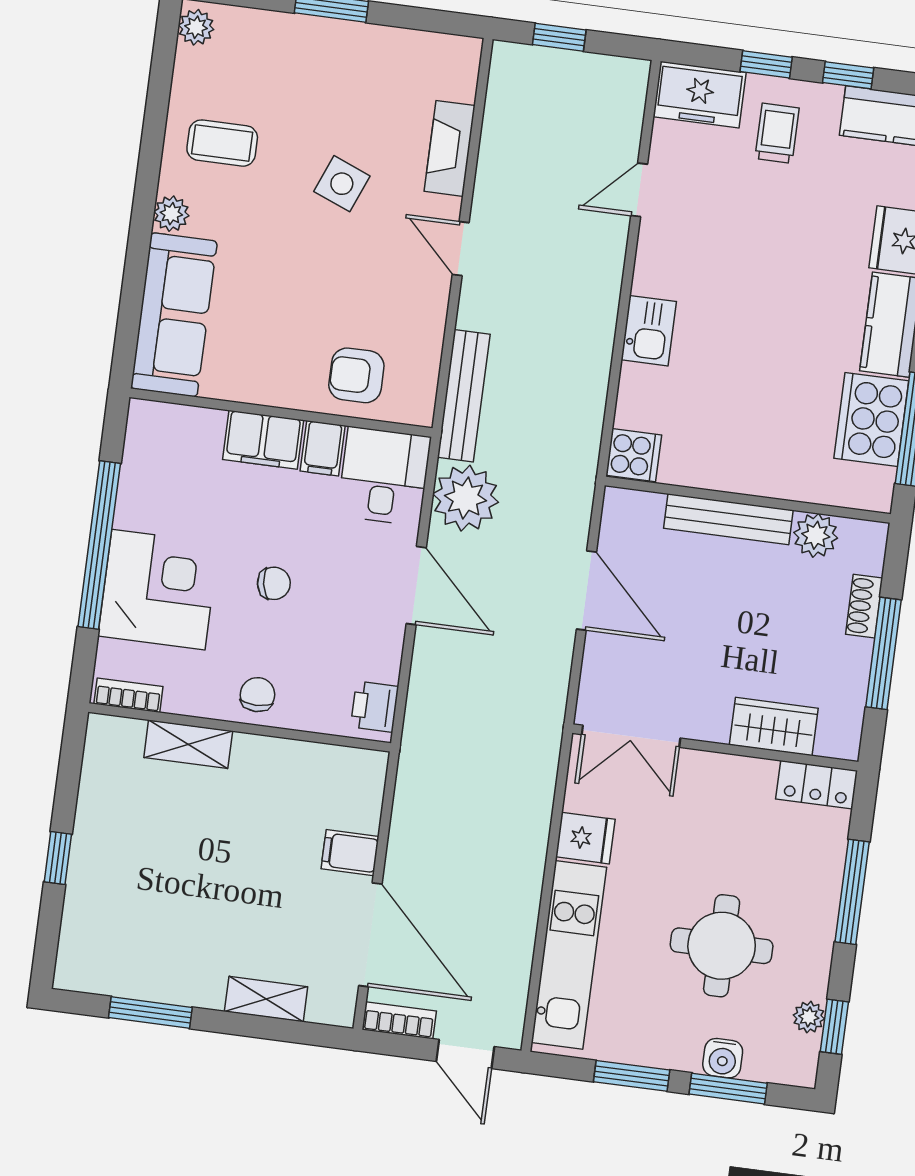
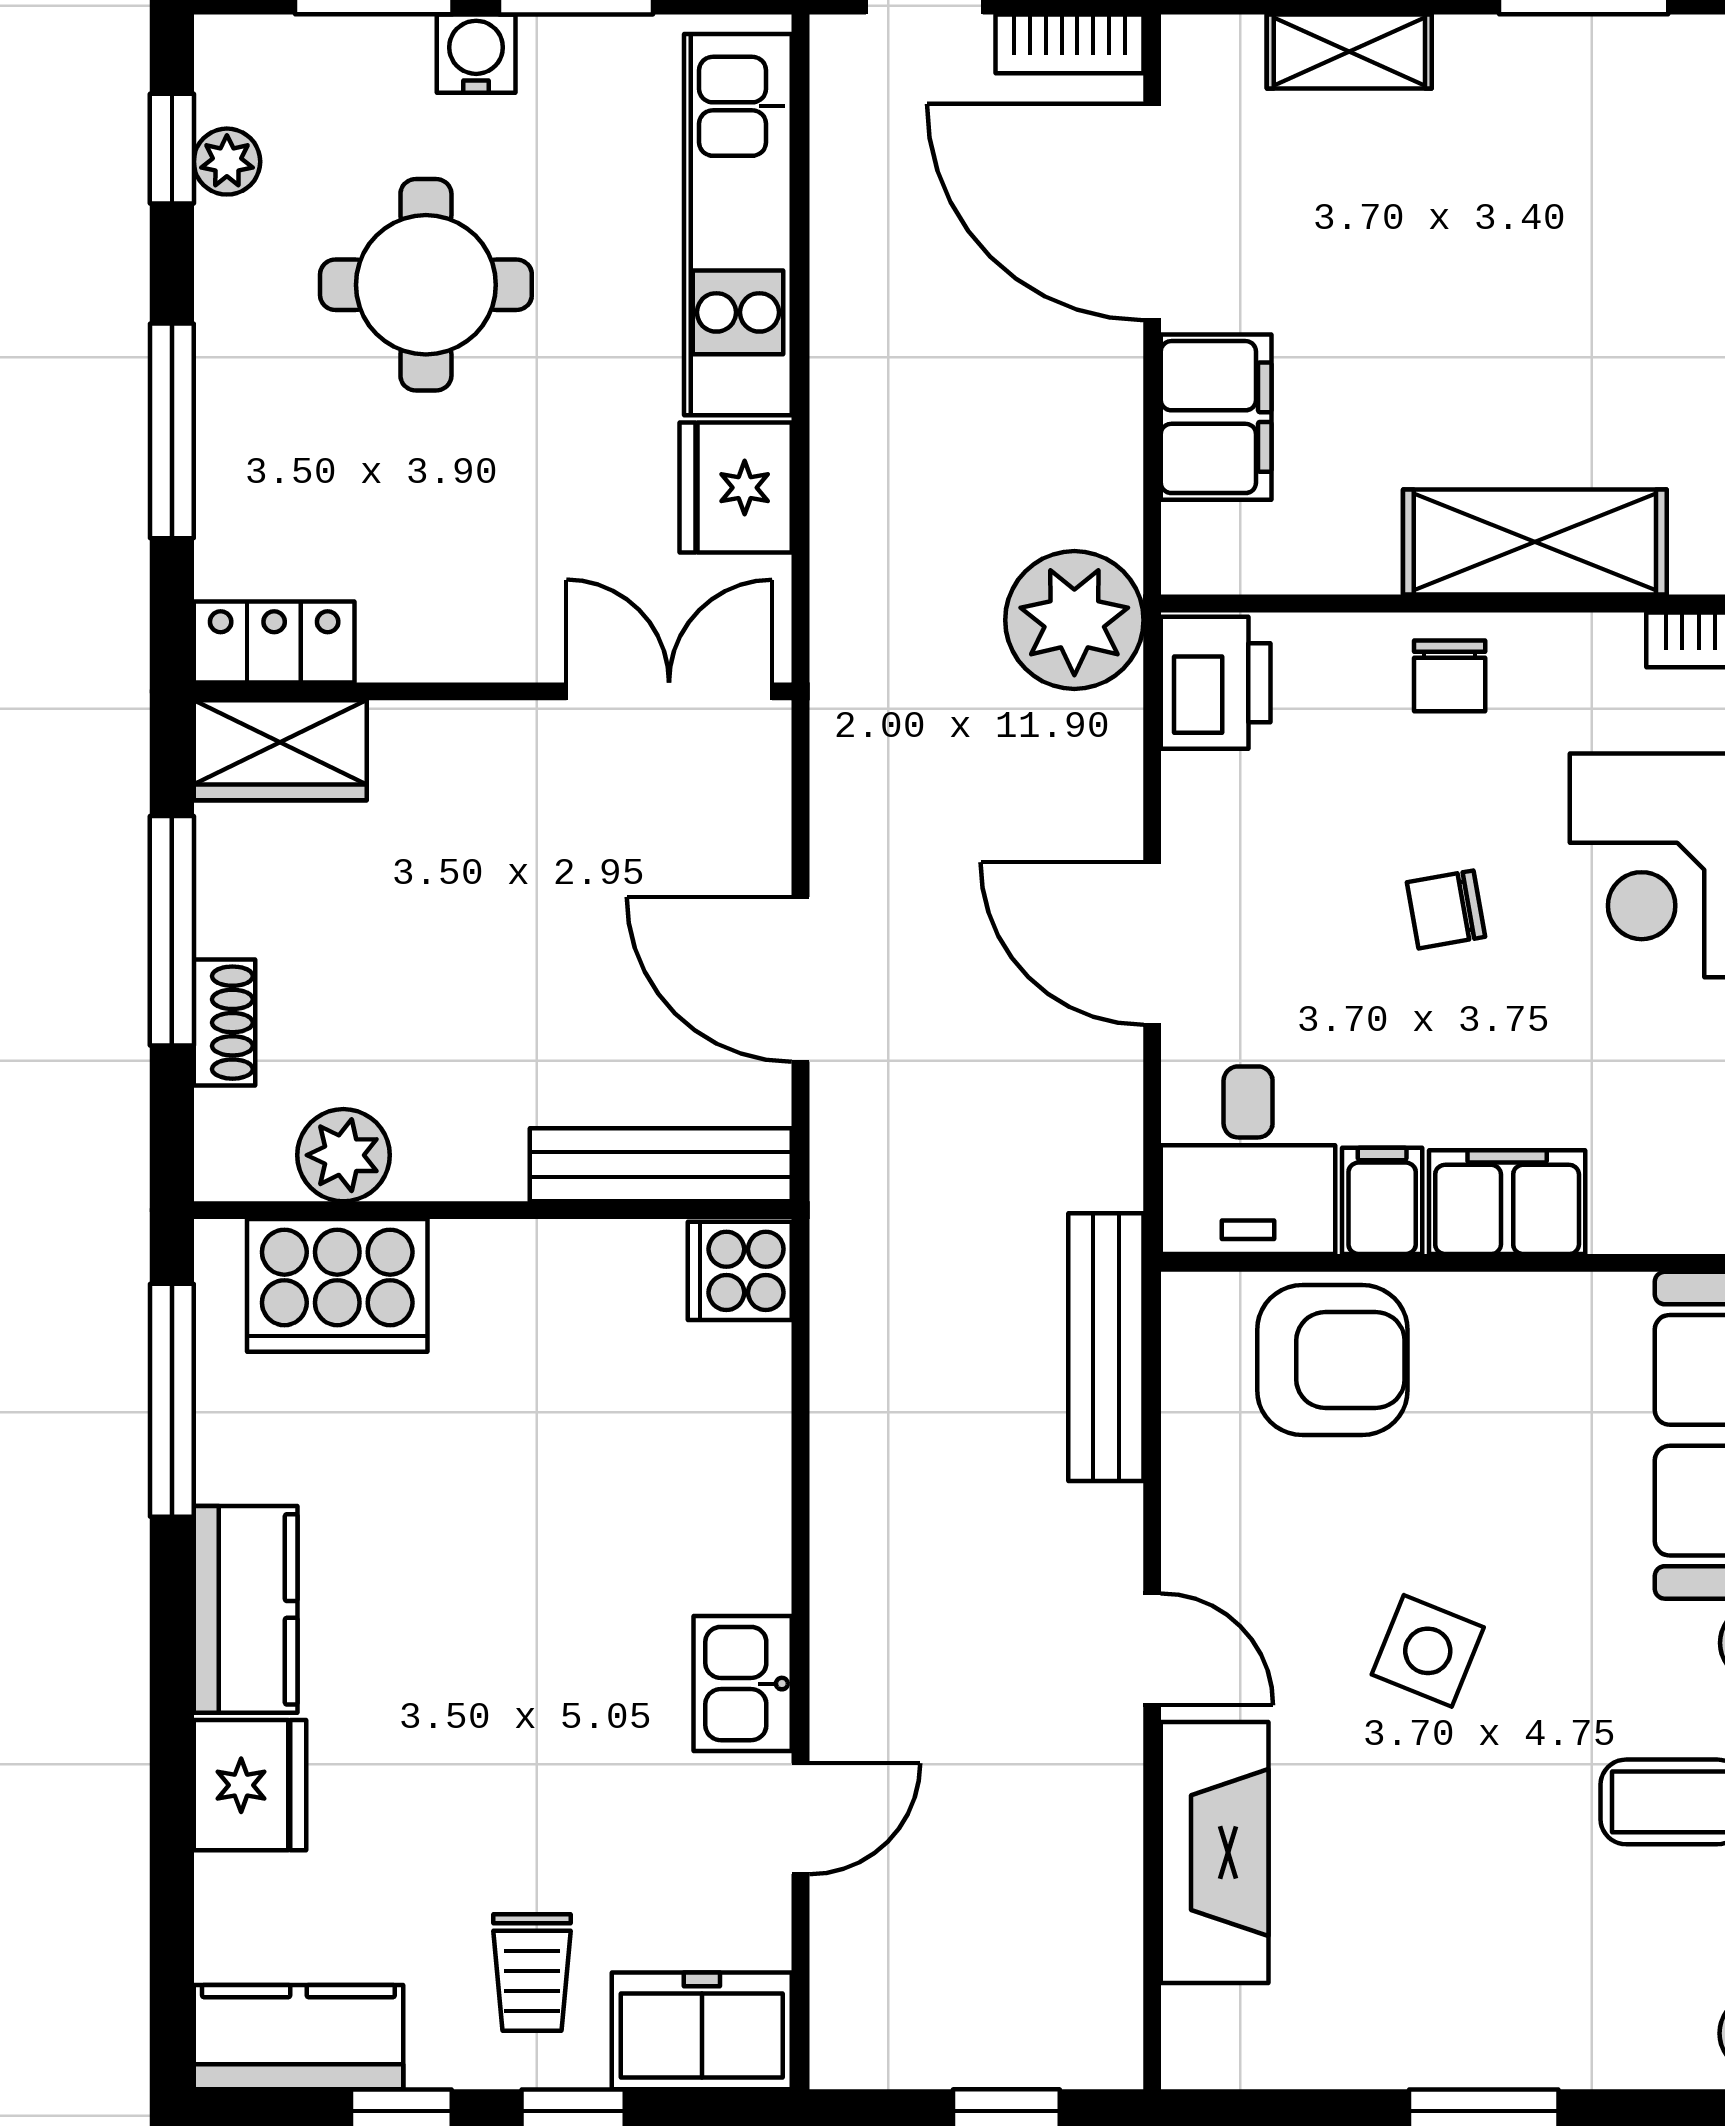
fireplace: (450, 148) -> (1215, 1853), width x1.37, depth x1.32
side table: (342, 184) -> (1428, 1651), moved
kitchen sink: (649, 331) -> (743, 1684), moved
armchair: (356, 375) -> (1332, 1360), width x1.38, depth x1.38
cooker: (871, 420) -> (337, 1285), moved, turned 90
plant: (466, 498) -> (1074, 620), moved
bench: (728, 519) -> (661, 1165), moved
printer: (375, 707) -> (1216, 683), width x1.36, depth x1.24
wardrobe: (774, 726) -> (280, 750), moved
shelving: (188, 744) -> (1535, 542), width x1.50, depth x1.33
fridge: (585, 838) -> (736, 488), width x1.38
filing cabinet: (350, 853) -> (1216, 417), width x2.00
water cooler: (723, 1058) -> (476, 54), moved

